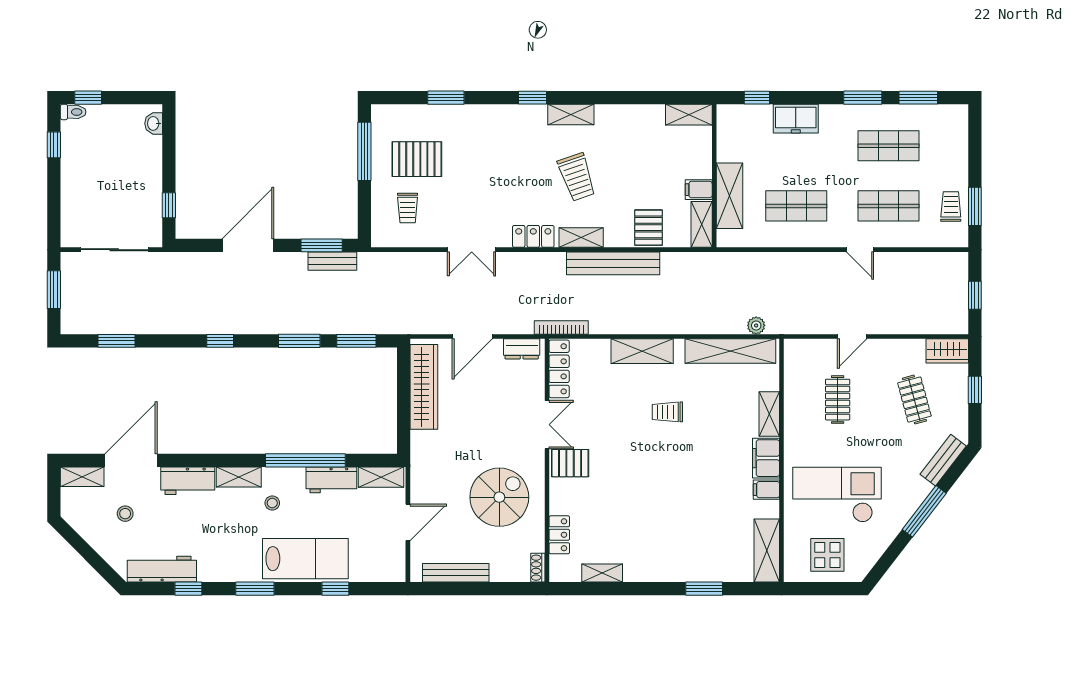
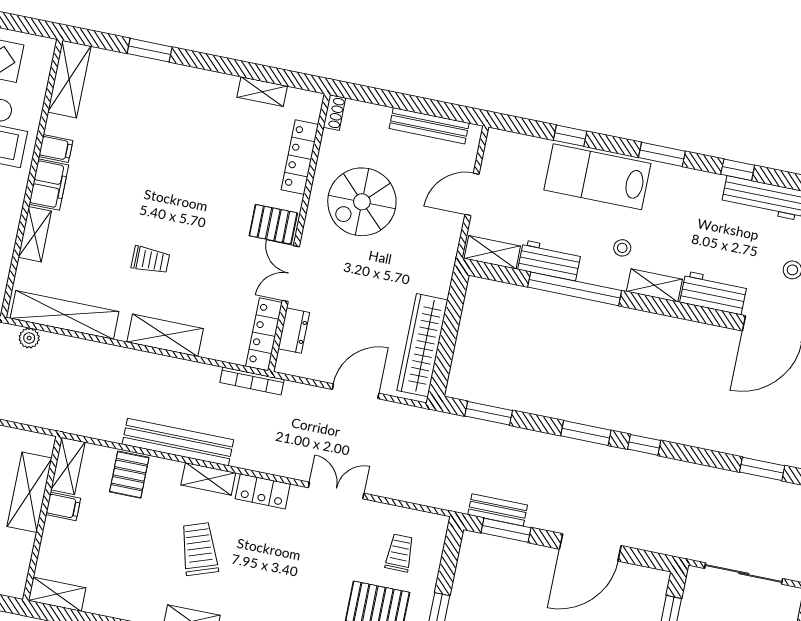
window: (299, 341) -> (586, 433), moved
dresser: (522, 349) -> (294, 331), moved, turned 90
locker: (559, 535) -> (300, 157), width x1.53

